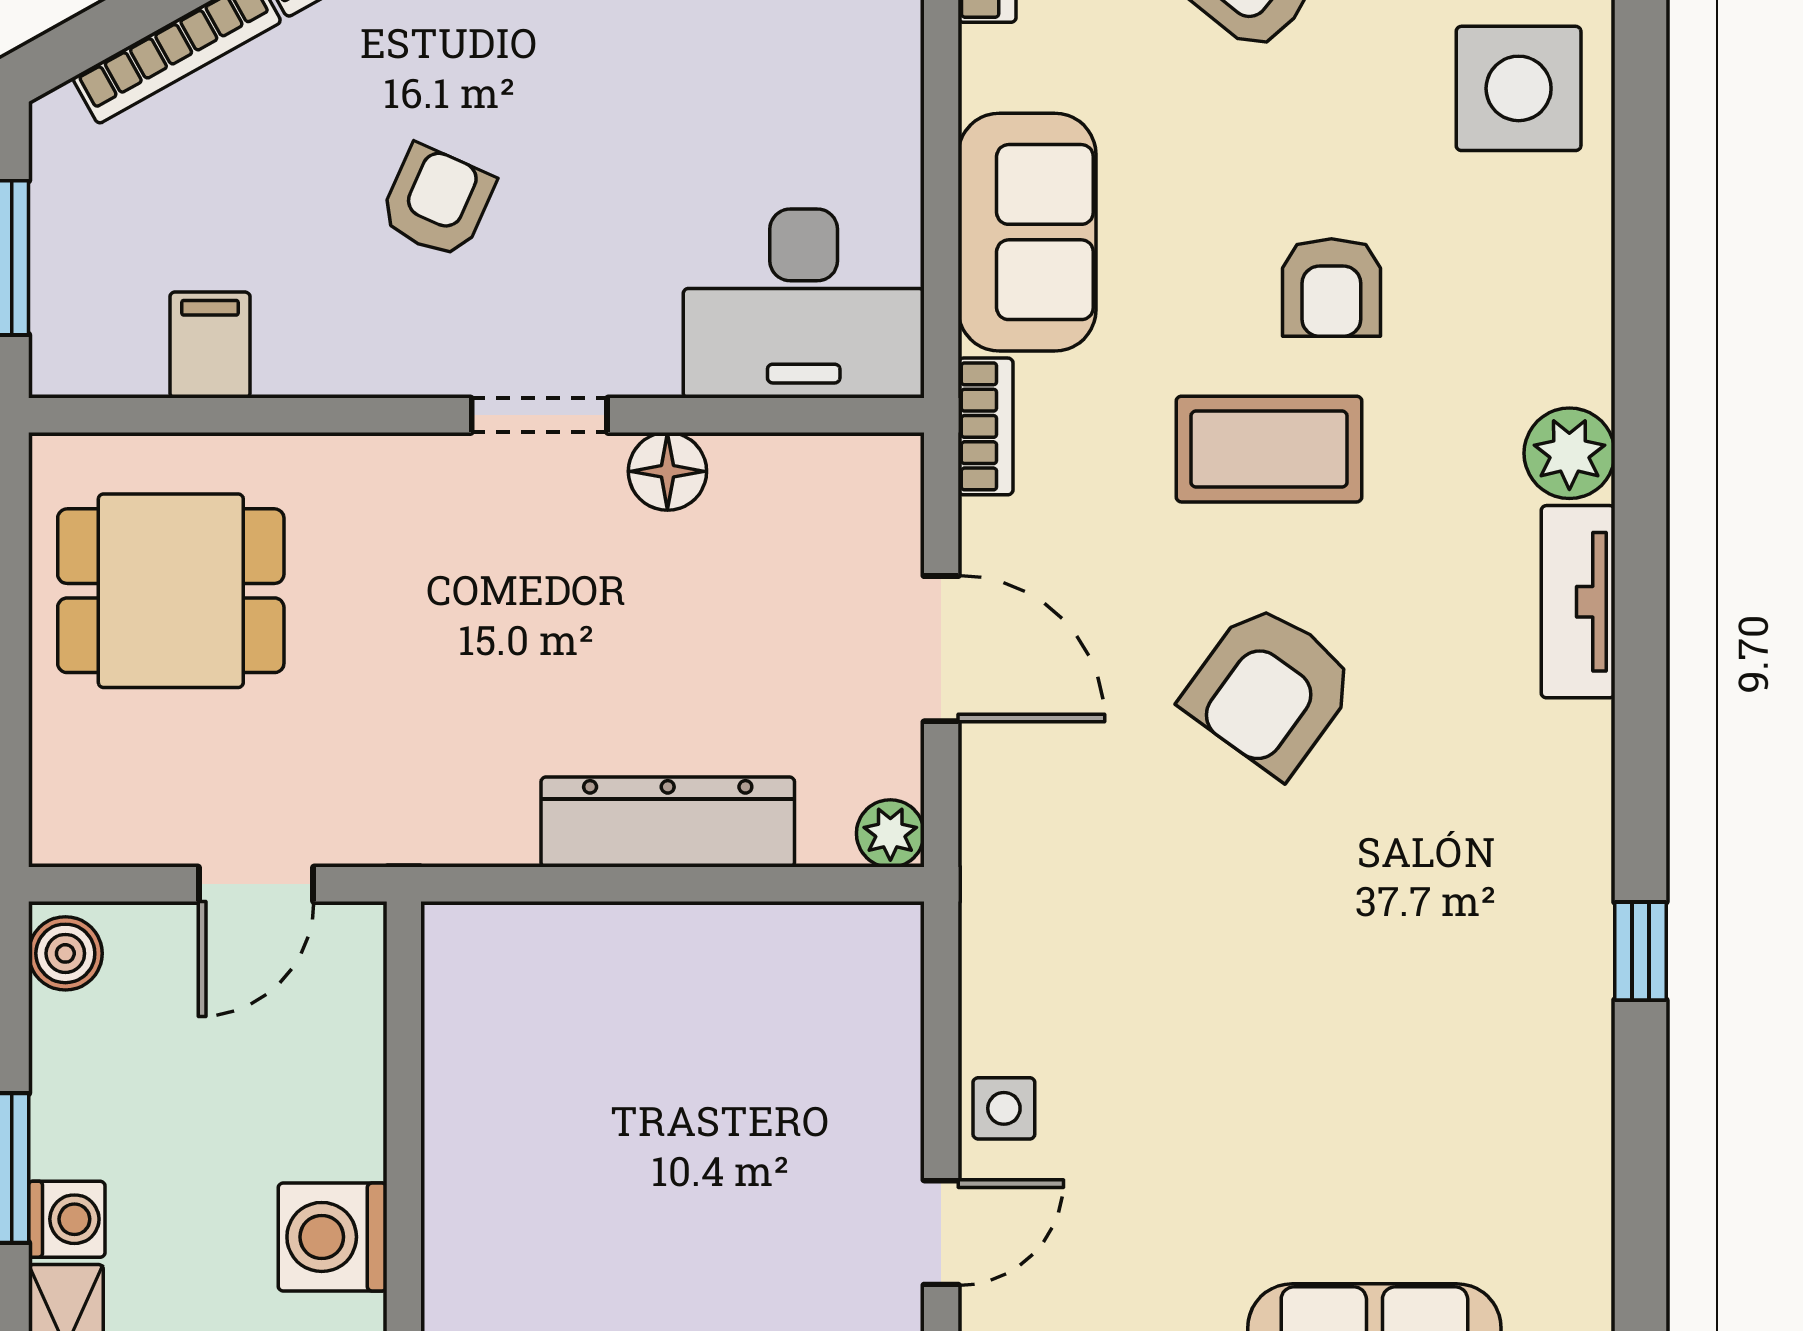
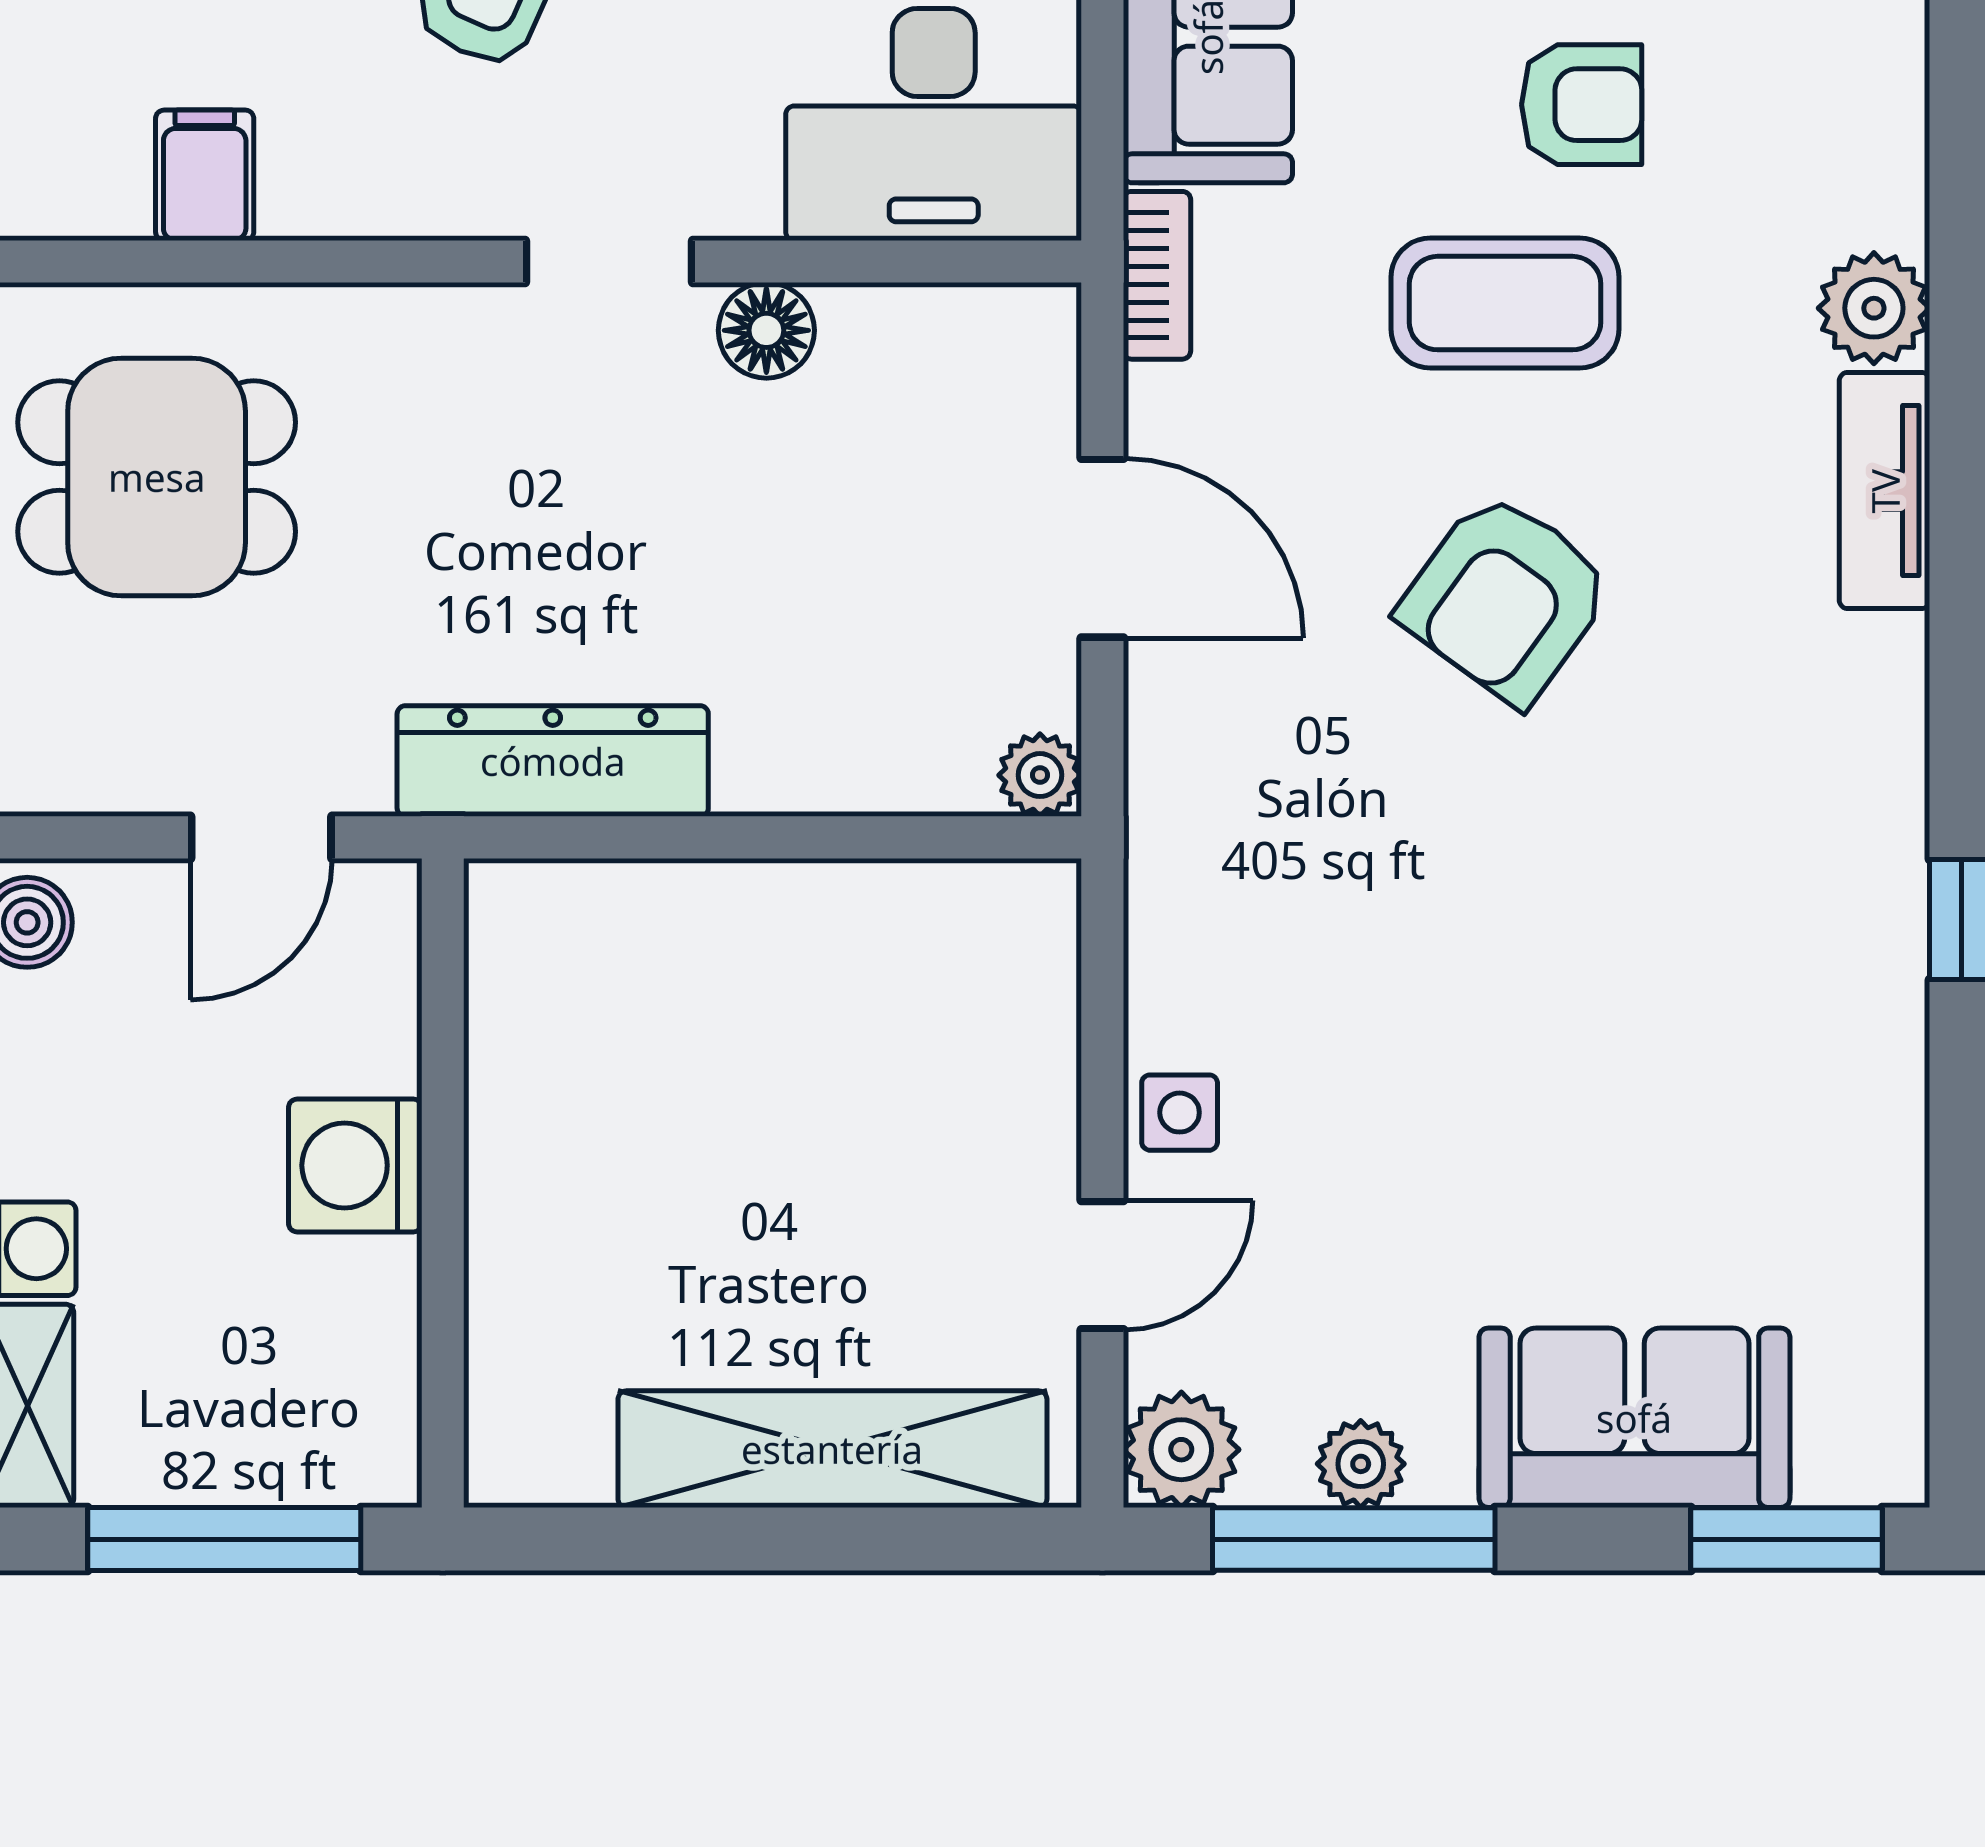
armchair: (1331, 287) -> (1582, 105), turned -90
dresser: (668, 822) -> (553, 761), moved
washing machine: (333, 1237) -> (355, 1165), moved

